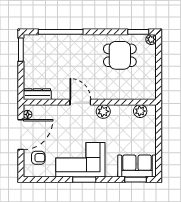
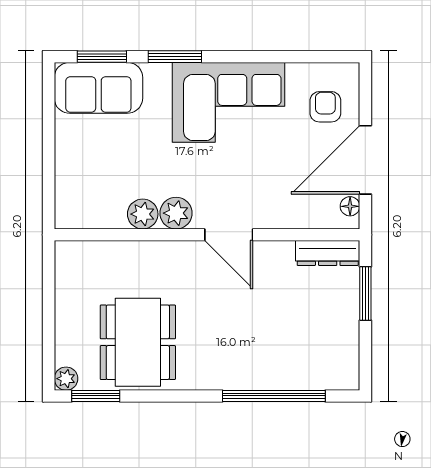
window: (21, 50) -> (365, 294), moved
dining table: (120, 55) -> (138, 342), width x1.38
plant: (140, 111) -> (143, 214), moved
armchair: (38, 158) -> (325, 107), turned 90
window: (84, 180) -> (175, 57), moved

